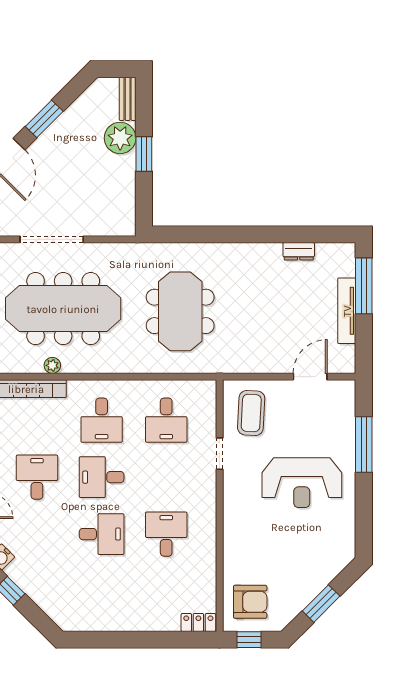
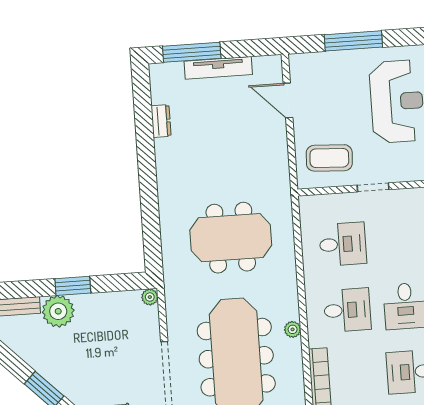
plant: (128, 228) -> (150, 297), added
plant: (52, 365) -> (293, 329), moved

